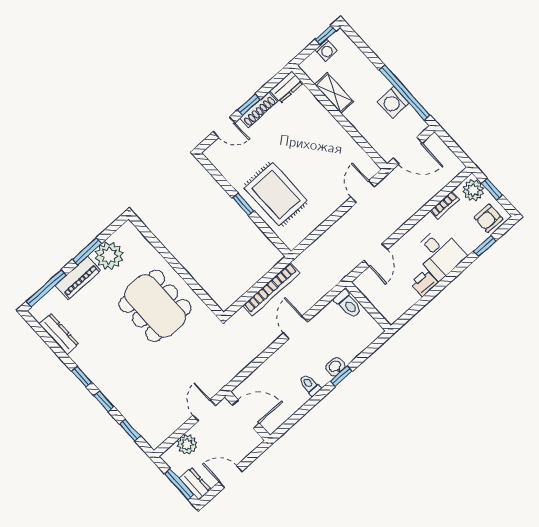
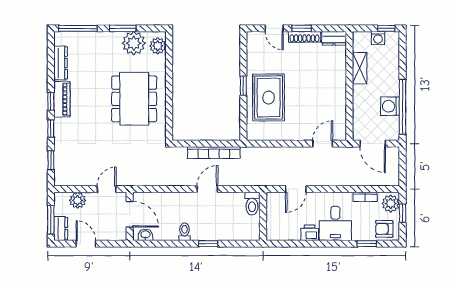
plant: (133, 239) -> (158, 46), added
piano: (78, 278) -> (62, 99), moved, turned -90
washbasin: (335, 367) -> (145, 235), moved

